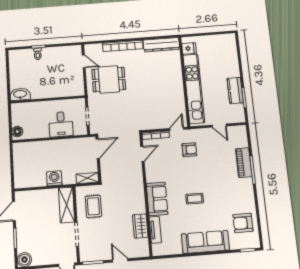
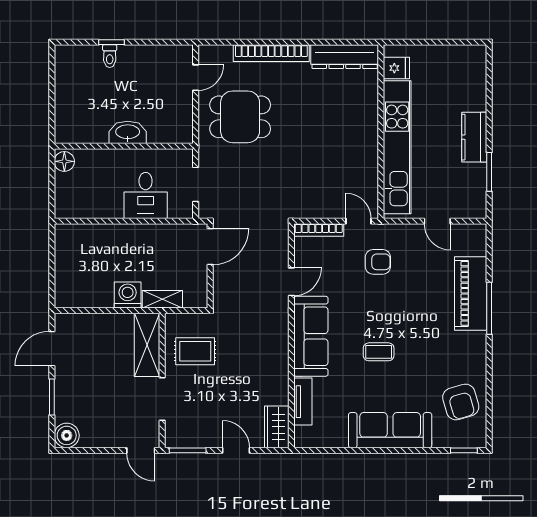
door: (84, 61) -> (196, 78), hinge flipped
kitchen counter: (235, 91) -> (474, 137), moved
washbasin: (20, 94) -> (128, 132), moved
door: (177, 129) -> (359, 221), hinge flipped
floor lamp: (17, 132) -> (64, 161), moved
door: (142, 154) -> (291, 282), moved
piano: (244, 163) -> (471, 293), width x1.37, depth x1.33
shelving: (87, 178) -> (162, 299), moved
sofa: (157, 199) -> (311, 336), width x1.36
rug: (93, 206) -> (195, 351), turned 90
armchair: (243, 223) -> (461, 402), turned -106
wardrobe: (140, 226) -> (277, 427), moved

